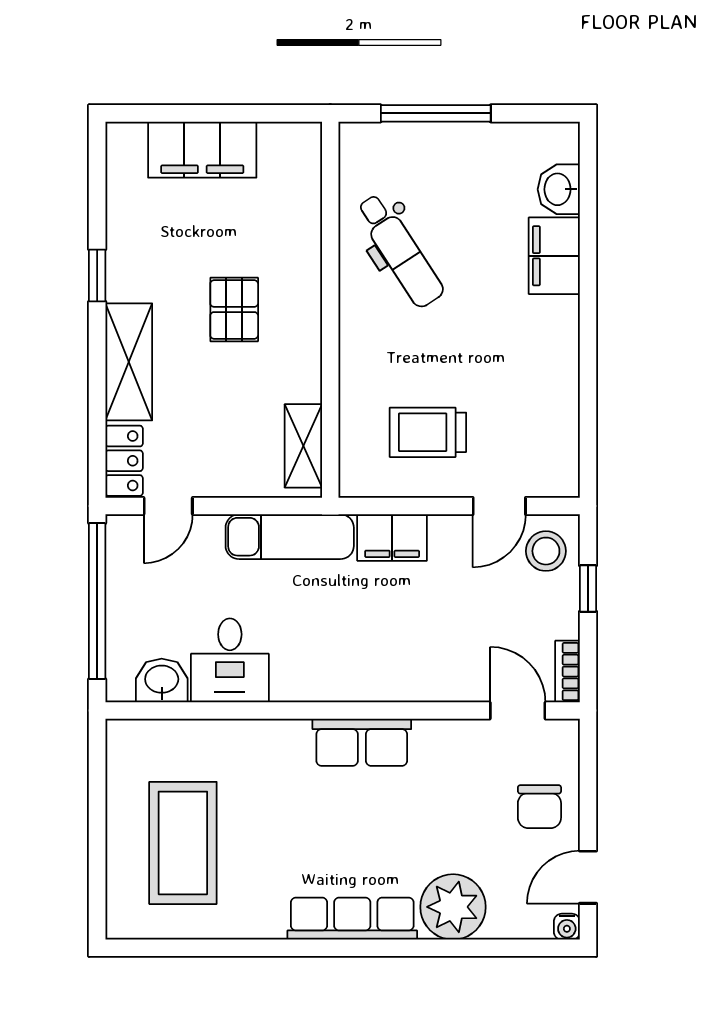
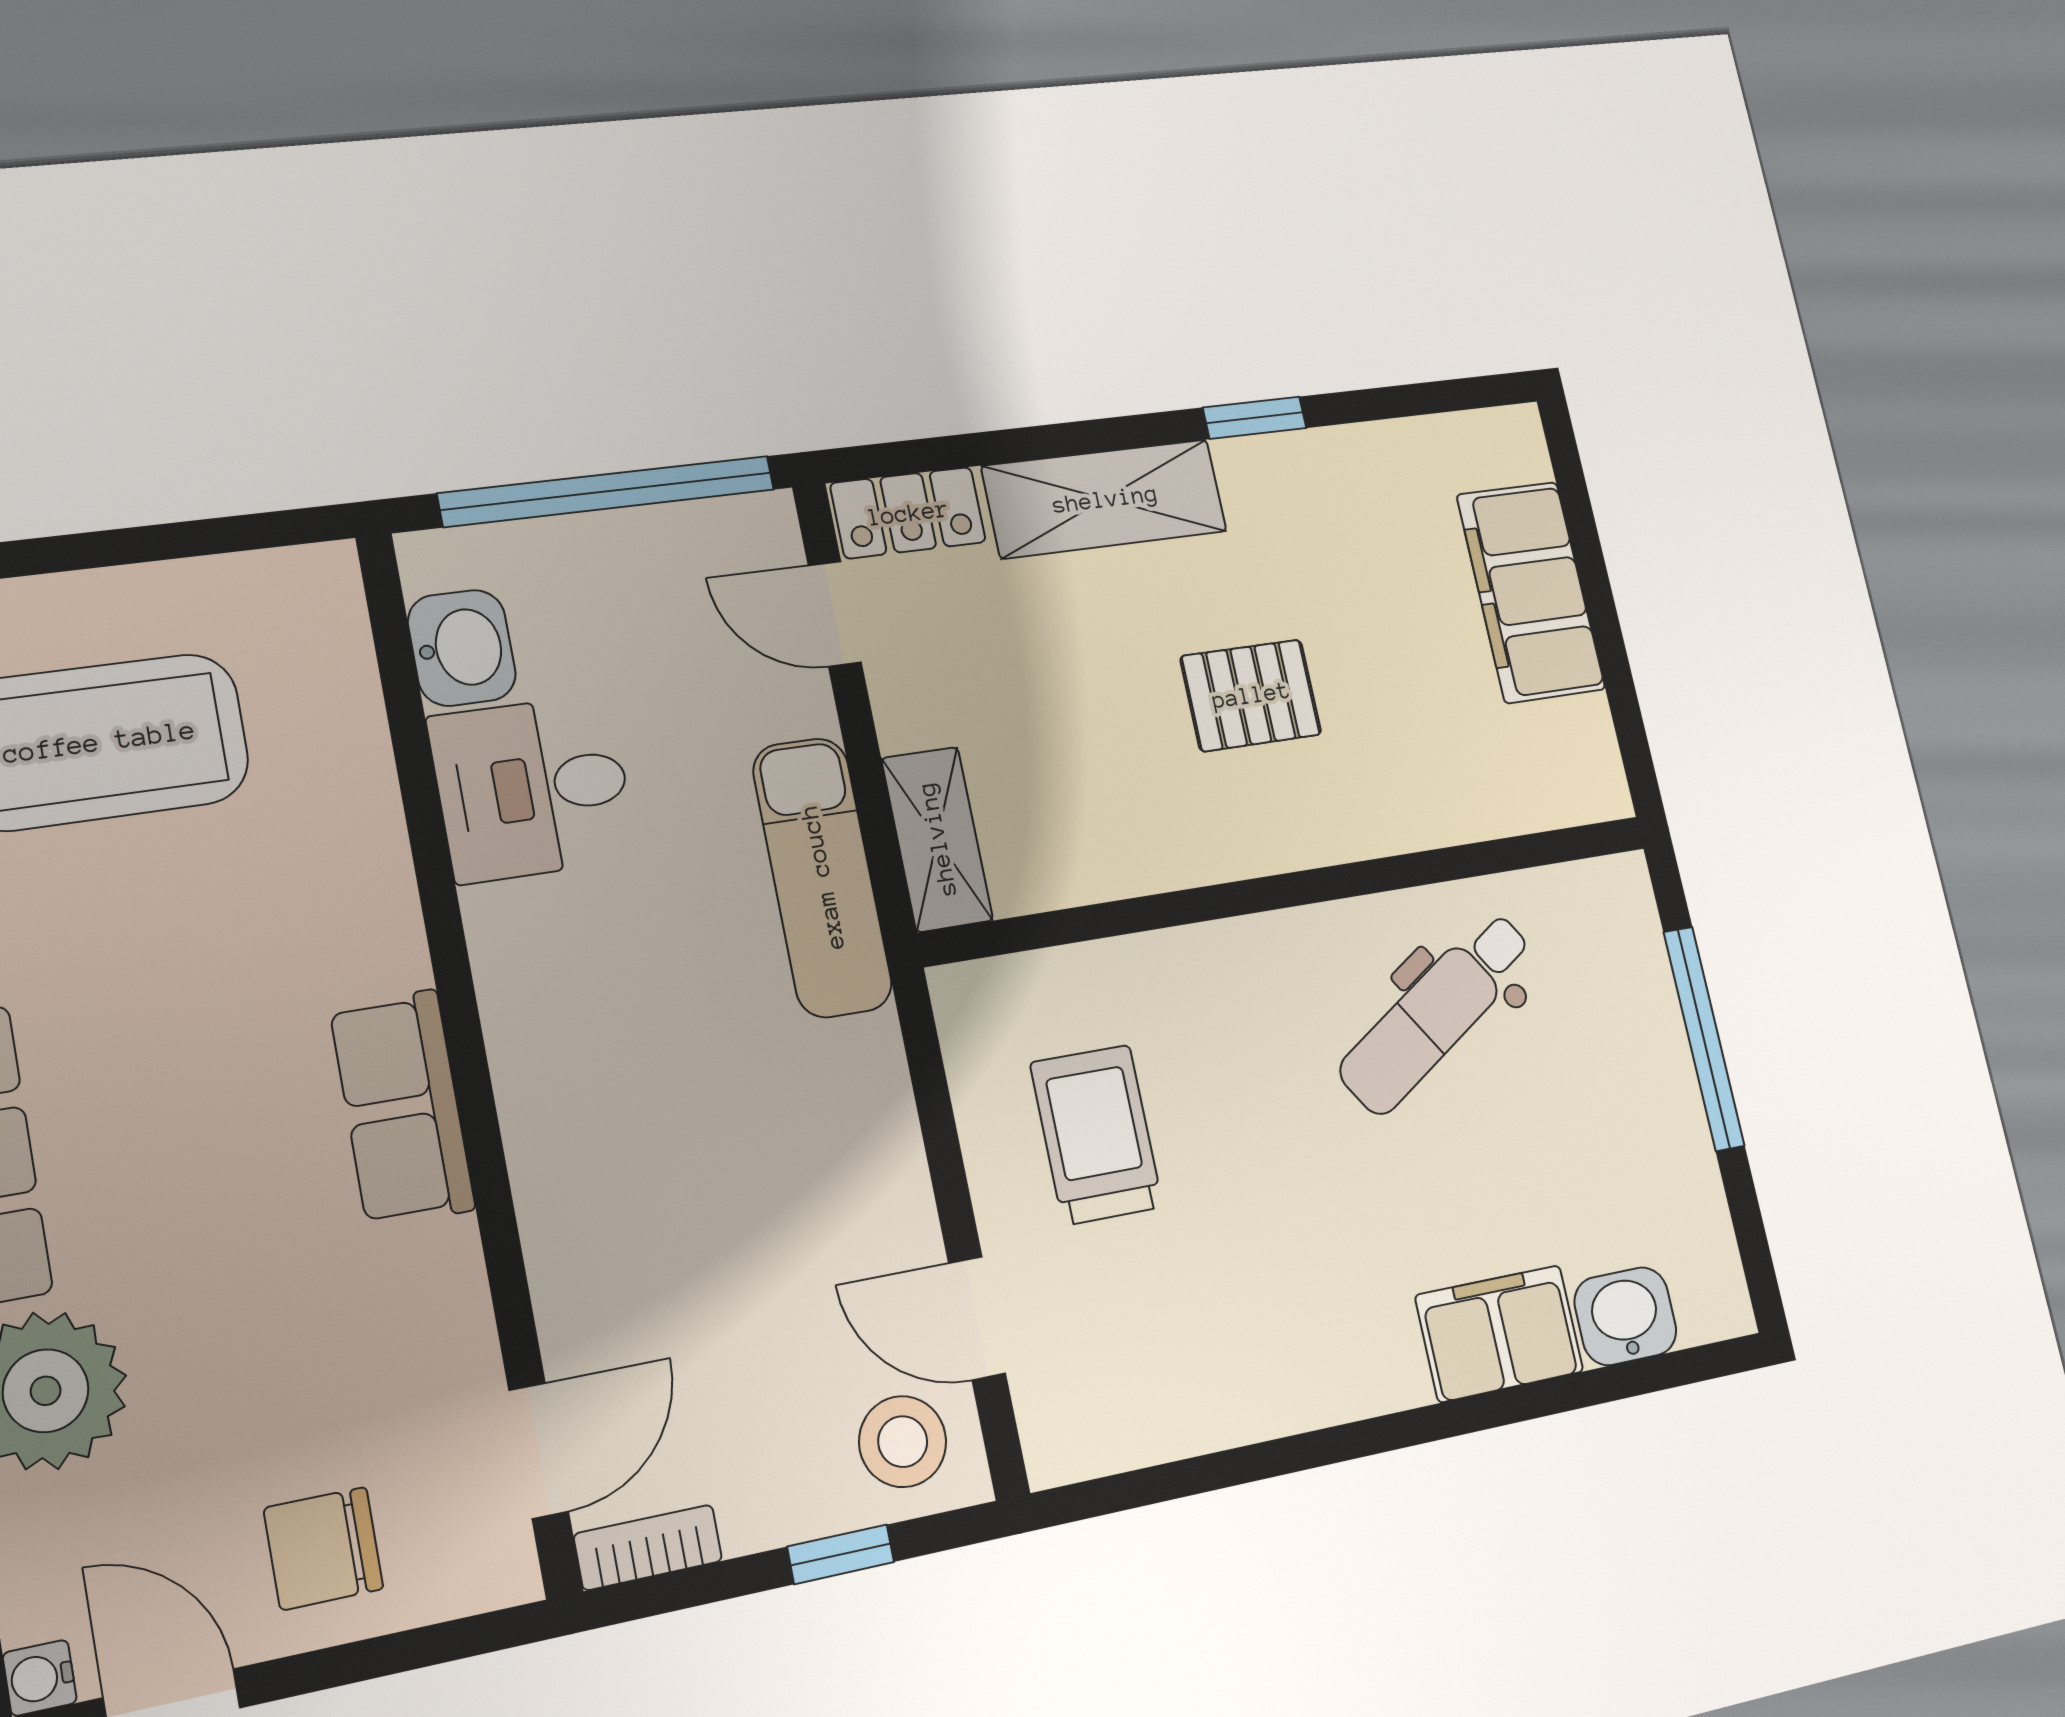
shelving: (303, 446) -> (937, 839), moved, turned 90
filing cabinet: (392, 538) -> (864, 1097), removed

